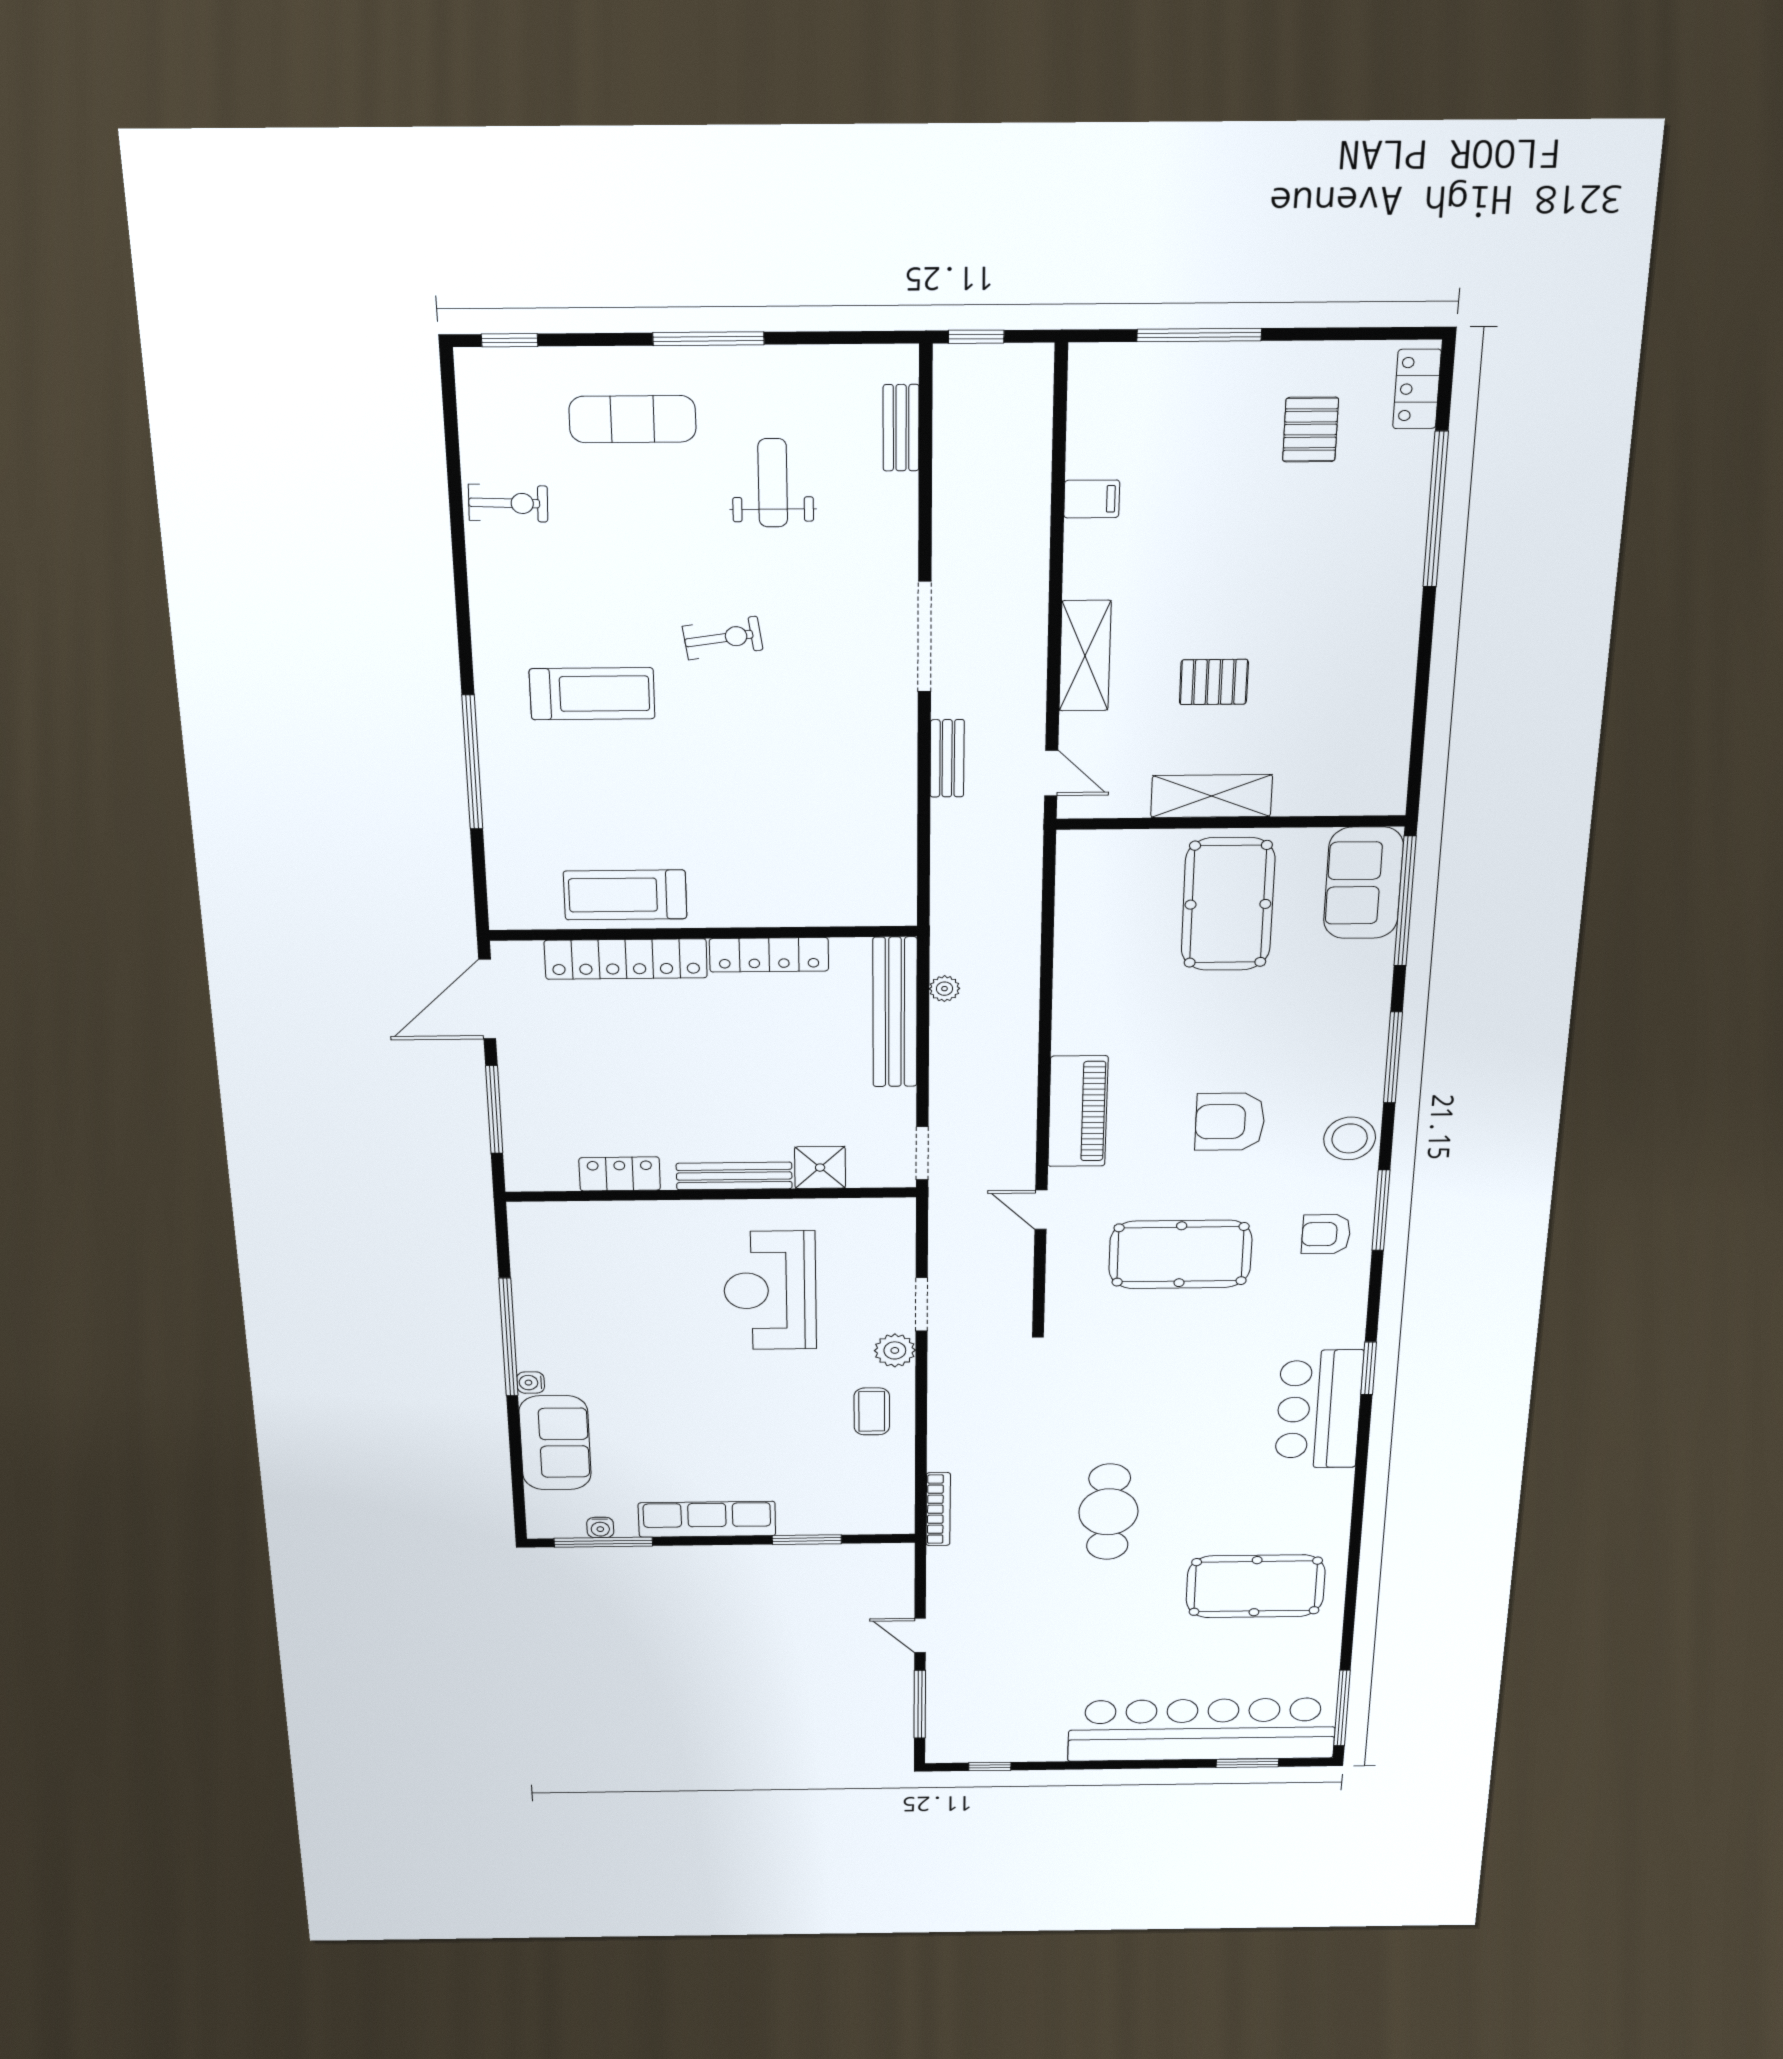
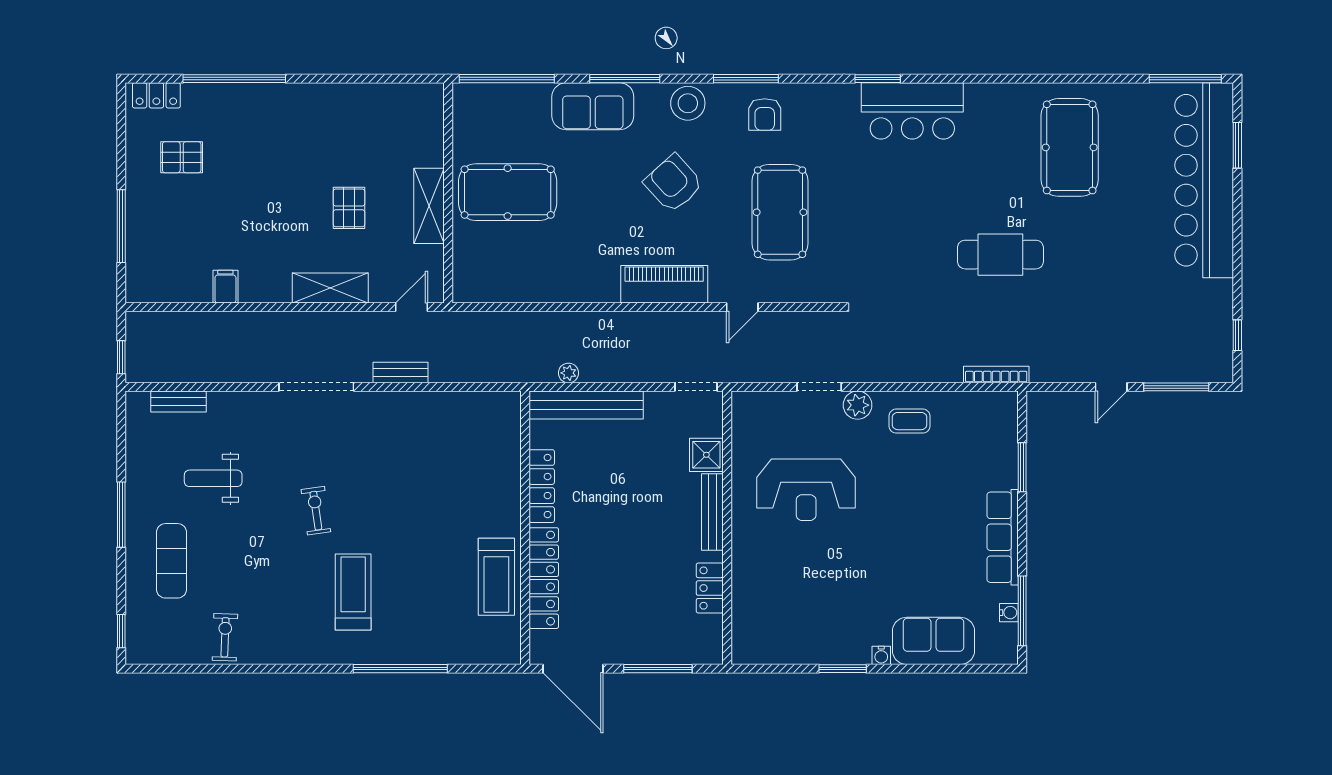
sofa: (1363, 883) -> (593, 106), moved
armchair: (1230, 1122) -> (673, 183), turned 138
window: (509, 1337) -> (843, 669), width x0.47

